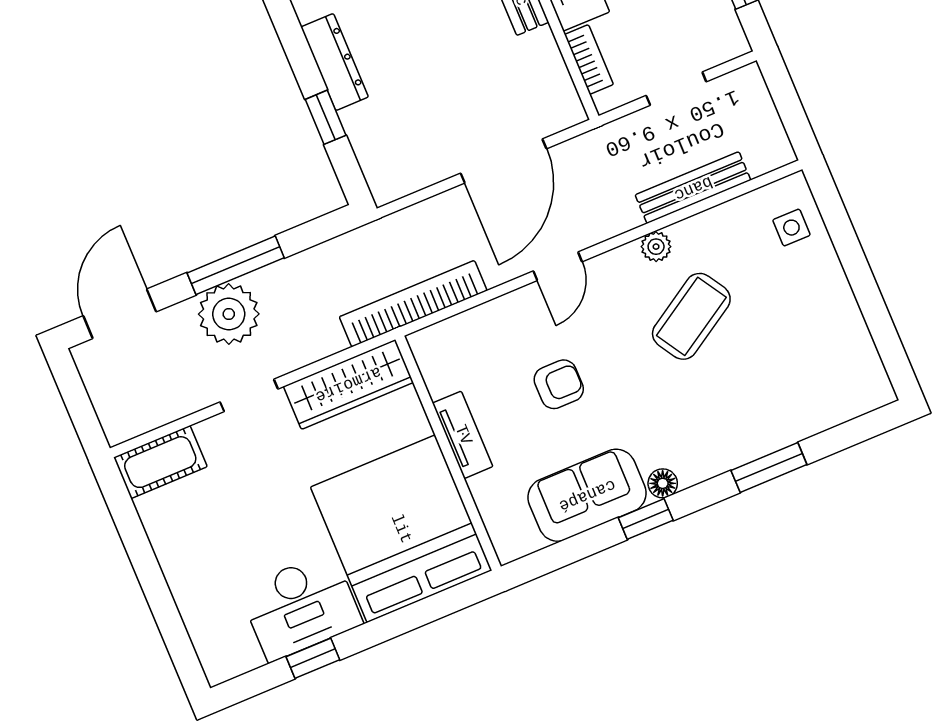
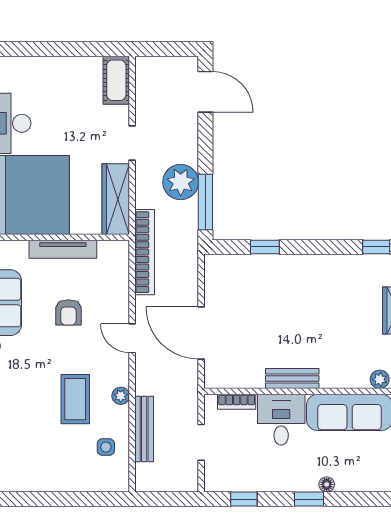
dresser: (335, 62) -> (293, 264), removed
side table: (791, 228) -> (106, 447), moved
window: (236, 265) -> (205, 202), moved
plant: (229, 314) -> (181, 182), moved
coffee table: (691, 316) -> (75, 399), turned 32
tv unit: (463, 435) -> (63, 249), width x1.41

